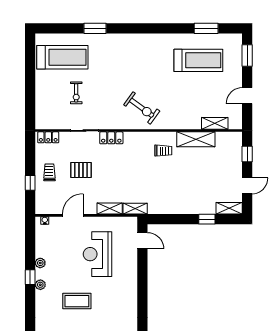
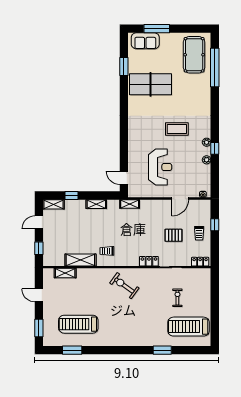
door: (247, 96) -> (39, 295), swing flipped
shelving: (110, 208) -> (96, 204), moved

